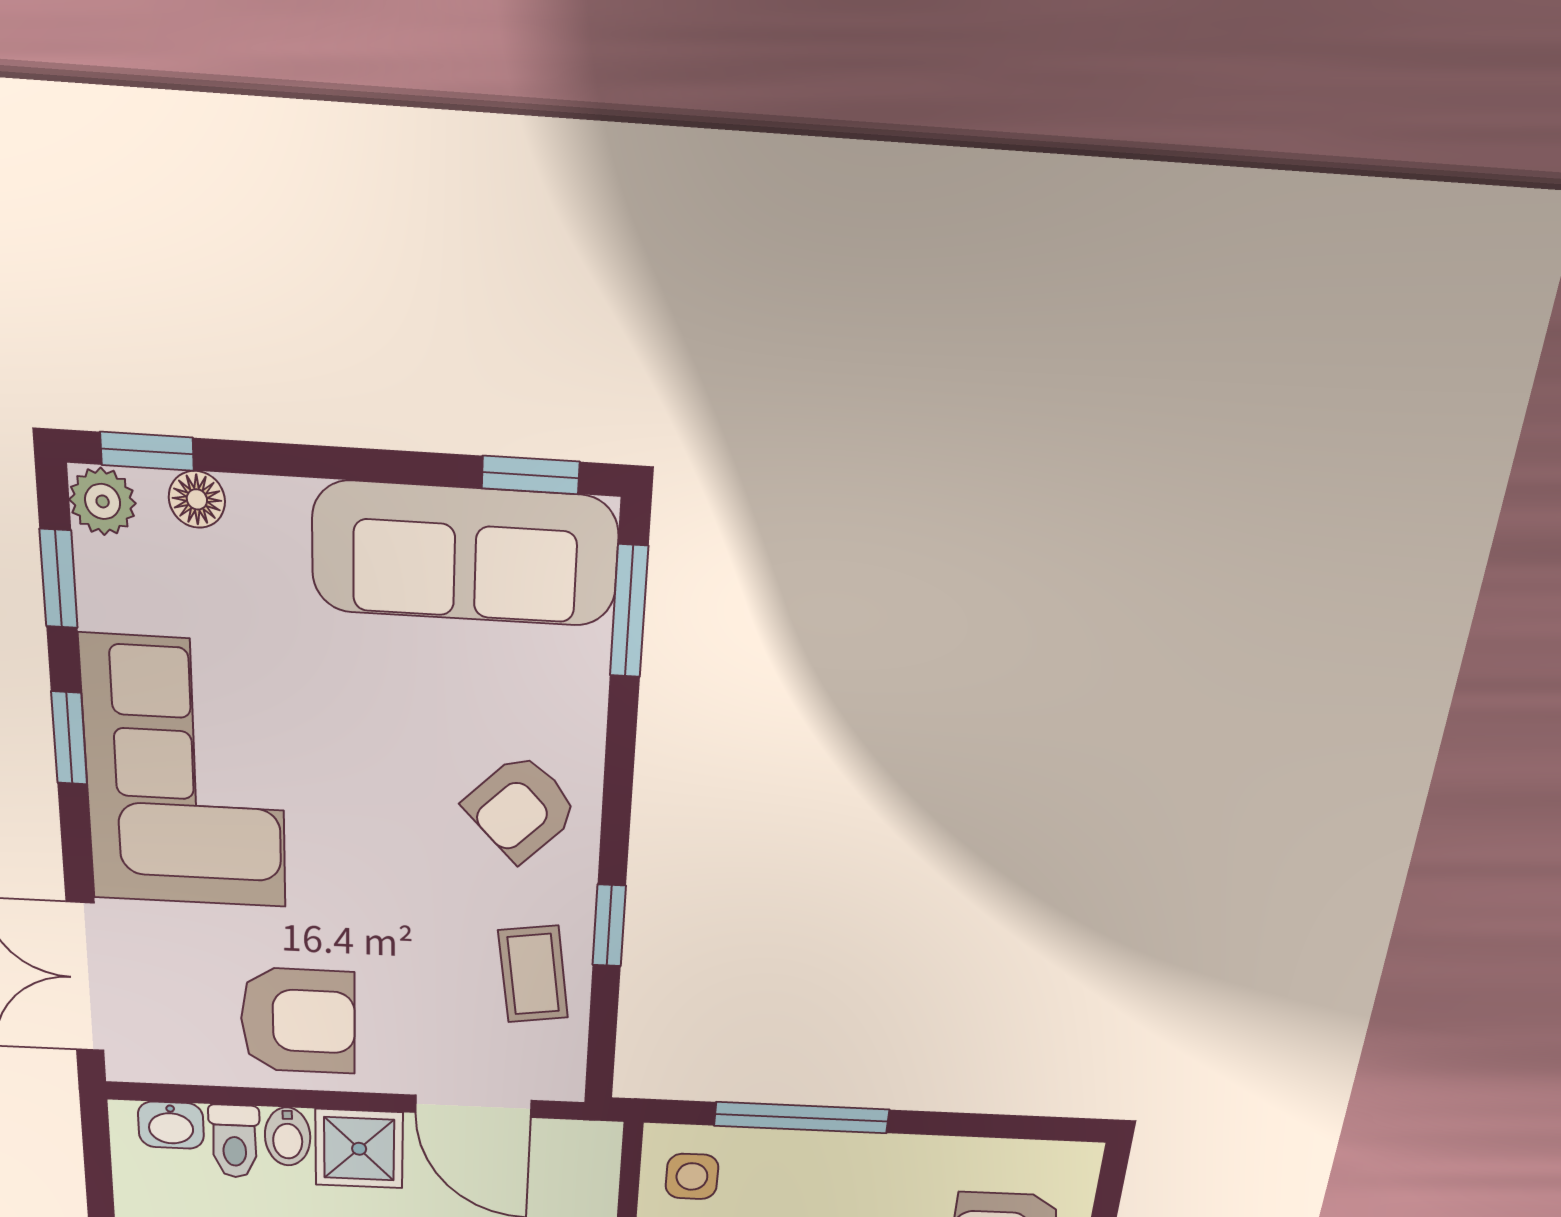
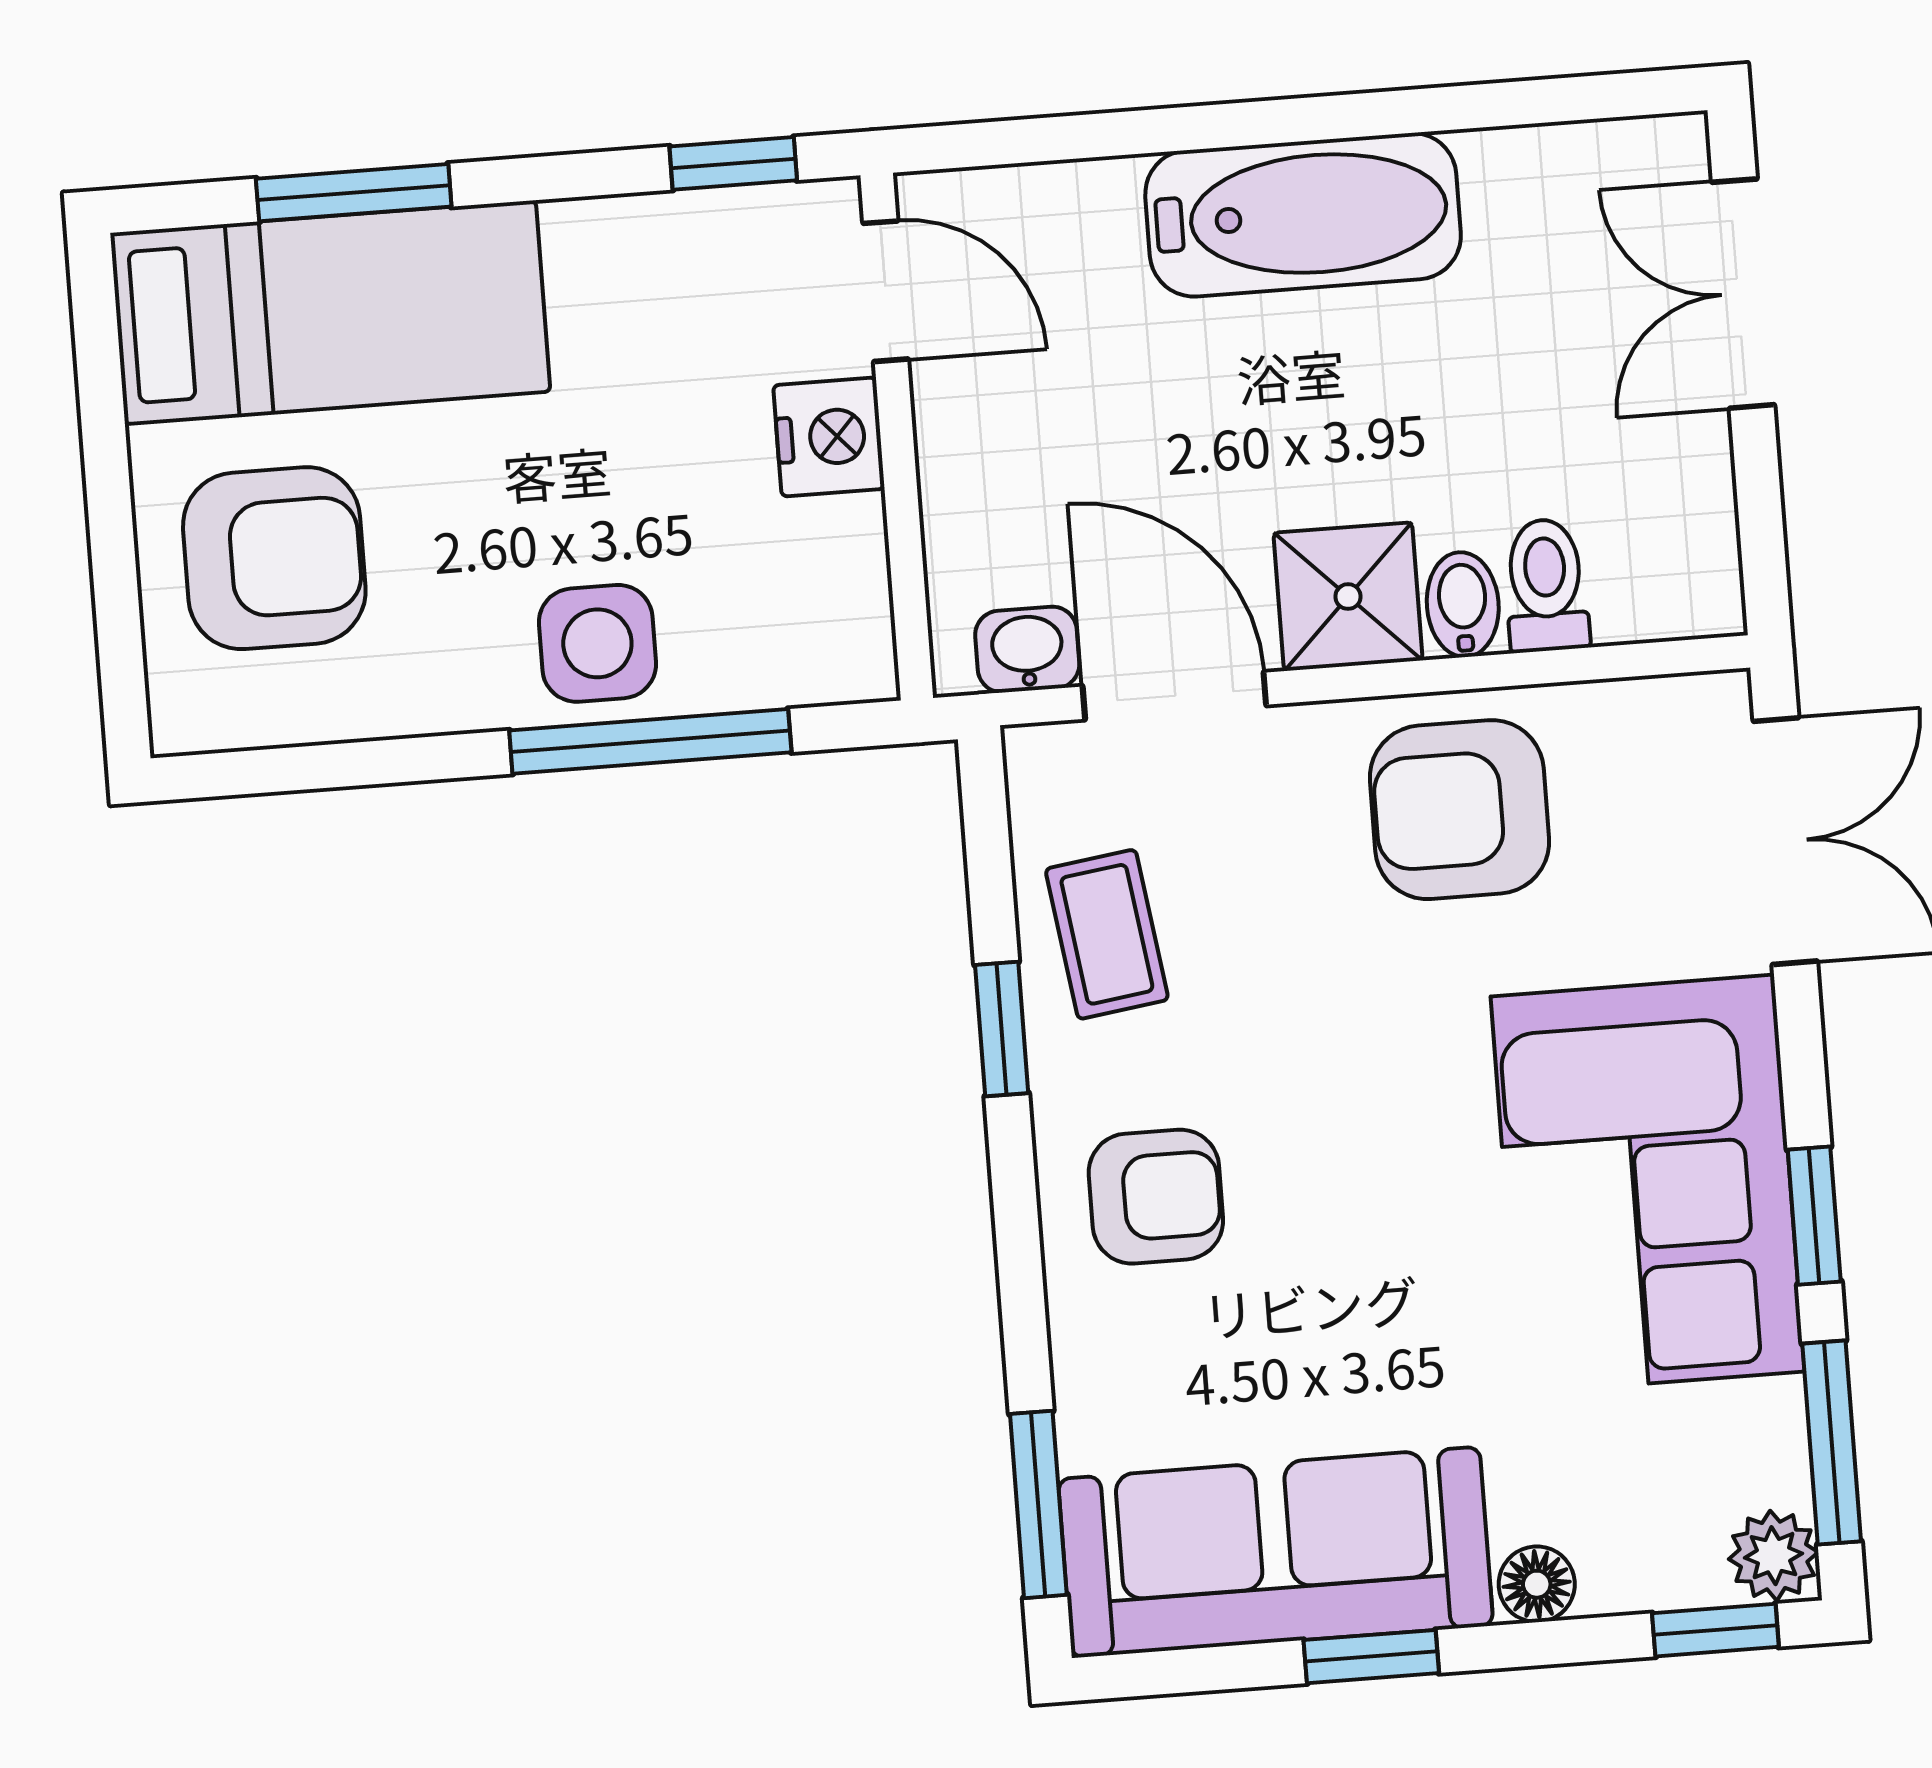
window: (531, 475) -> (1371, 1657), moved
floor lamp: (197, 499) -> (1537, 1584), moved
window: (59, 579) -> (1832, 1442), width x1.50
armchair: (521, 808) -> (1156, 1197), turned 44
washbasin: (171, 1125) -> (1027, 650), moved
side table: (692, 1176) -> (597, 643), moved, width x1.37, depth x1.37

